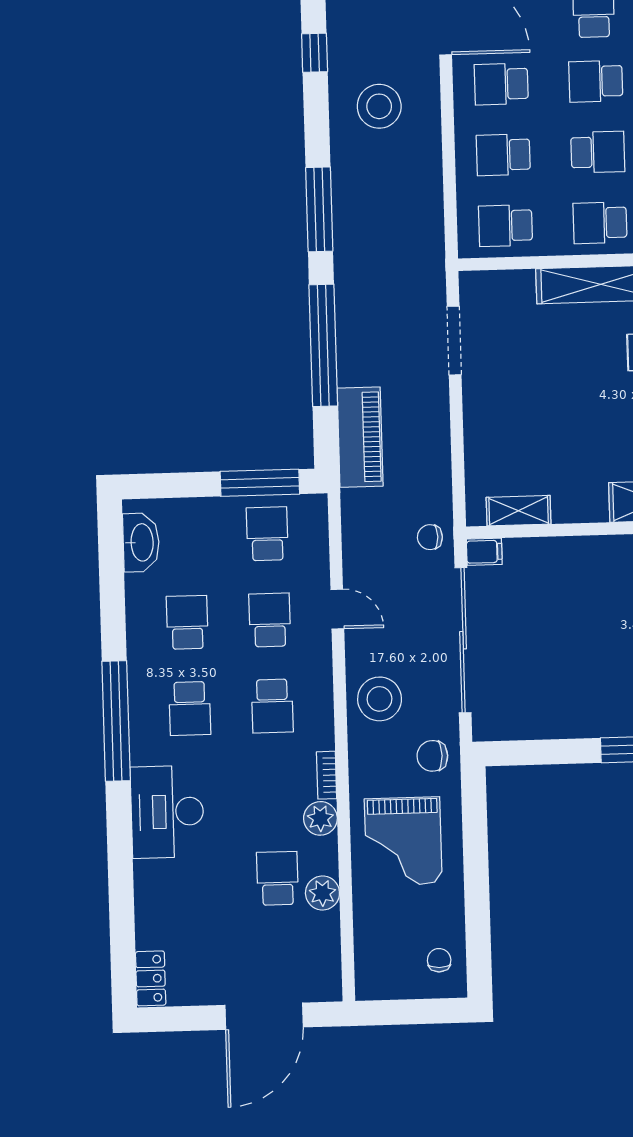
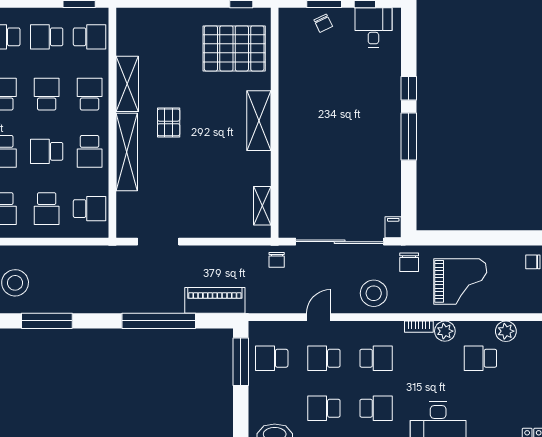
school desk: (598, 152) -> (47, 151), turned -90
window: (319, 209) -> (47, 321), moved
school desk: (505, 226) -> (90, 209), turned -90
filing cabinet: (484, 552) -> (393, 227), moved
plant: (322, 893) -> (506, 331), moved

